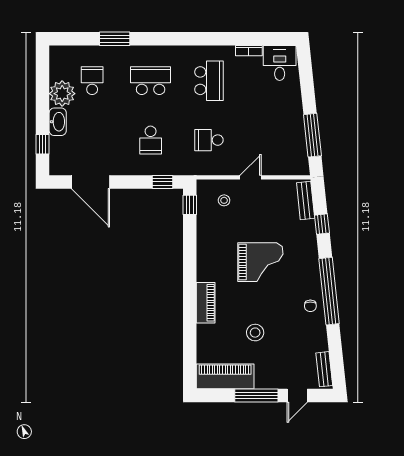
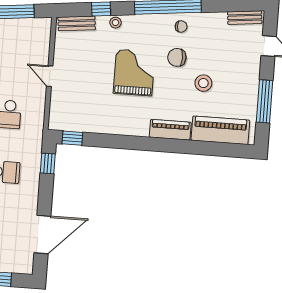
stool: (224, 200) -> (115, 23), moved
chair: (279, 304) -> (177, 57), added
piano: (225, 376) -> (220, 130), moved, turned 90
window: (256, 395) -> (264, 101), moved

